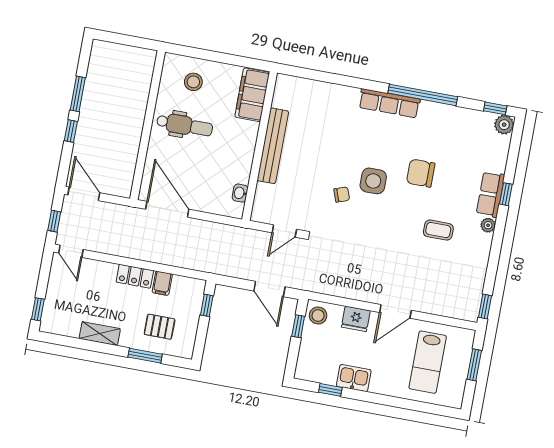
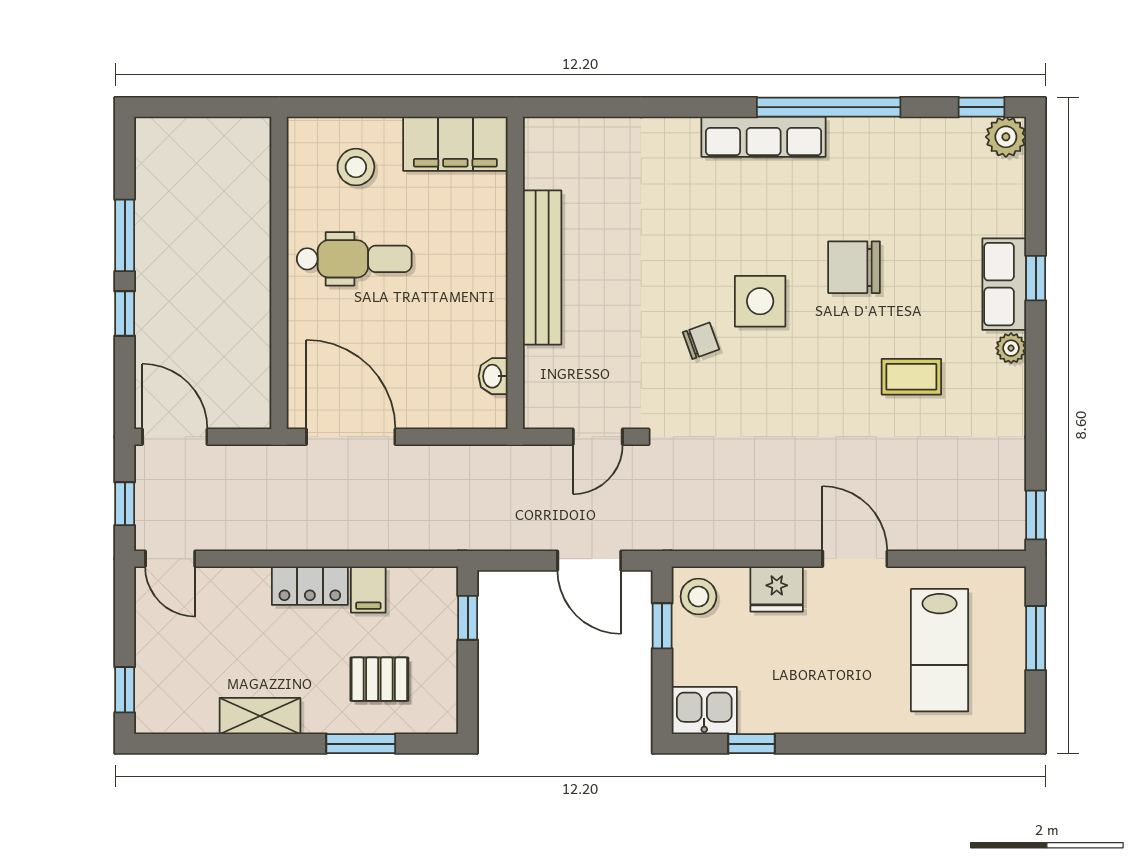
filing cabinet: (252, 95) -> (455, 144), moved, turned -90
door: (395, 311) -> (855, 559), swing flipped
kitchen sink: (354, 378) -> (704, 710), moved

